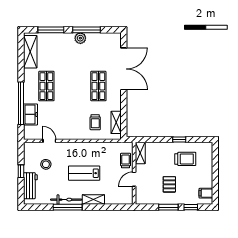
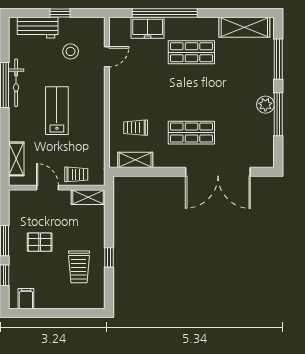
shelving: (93, 200) -> (16, 159), moved

